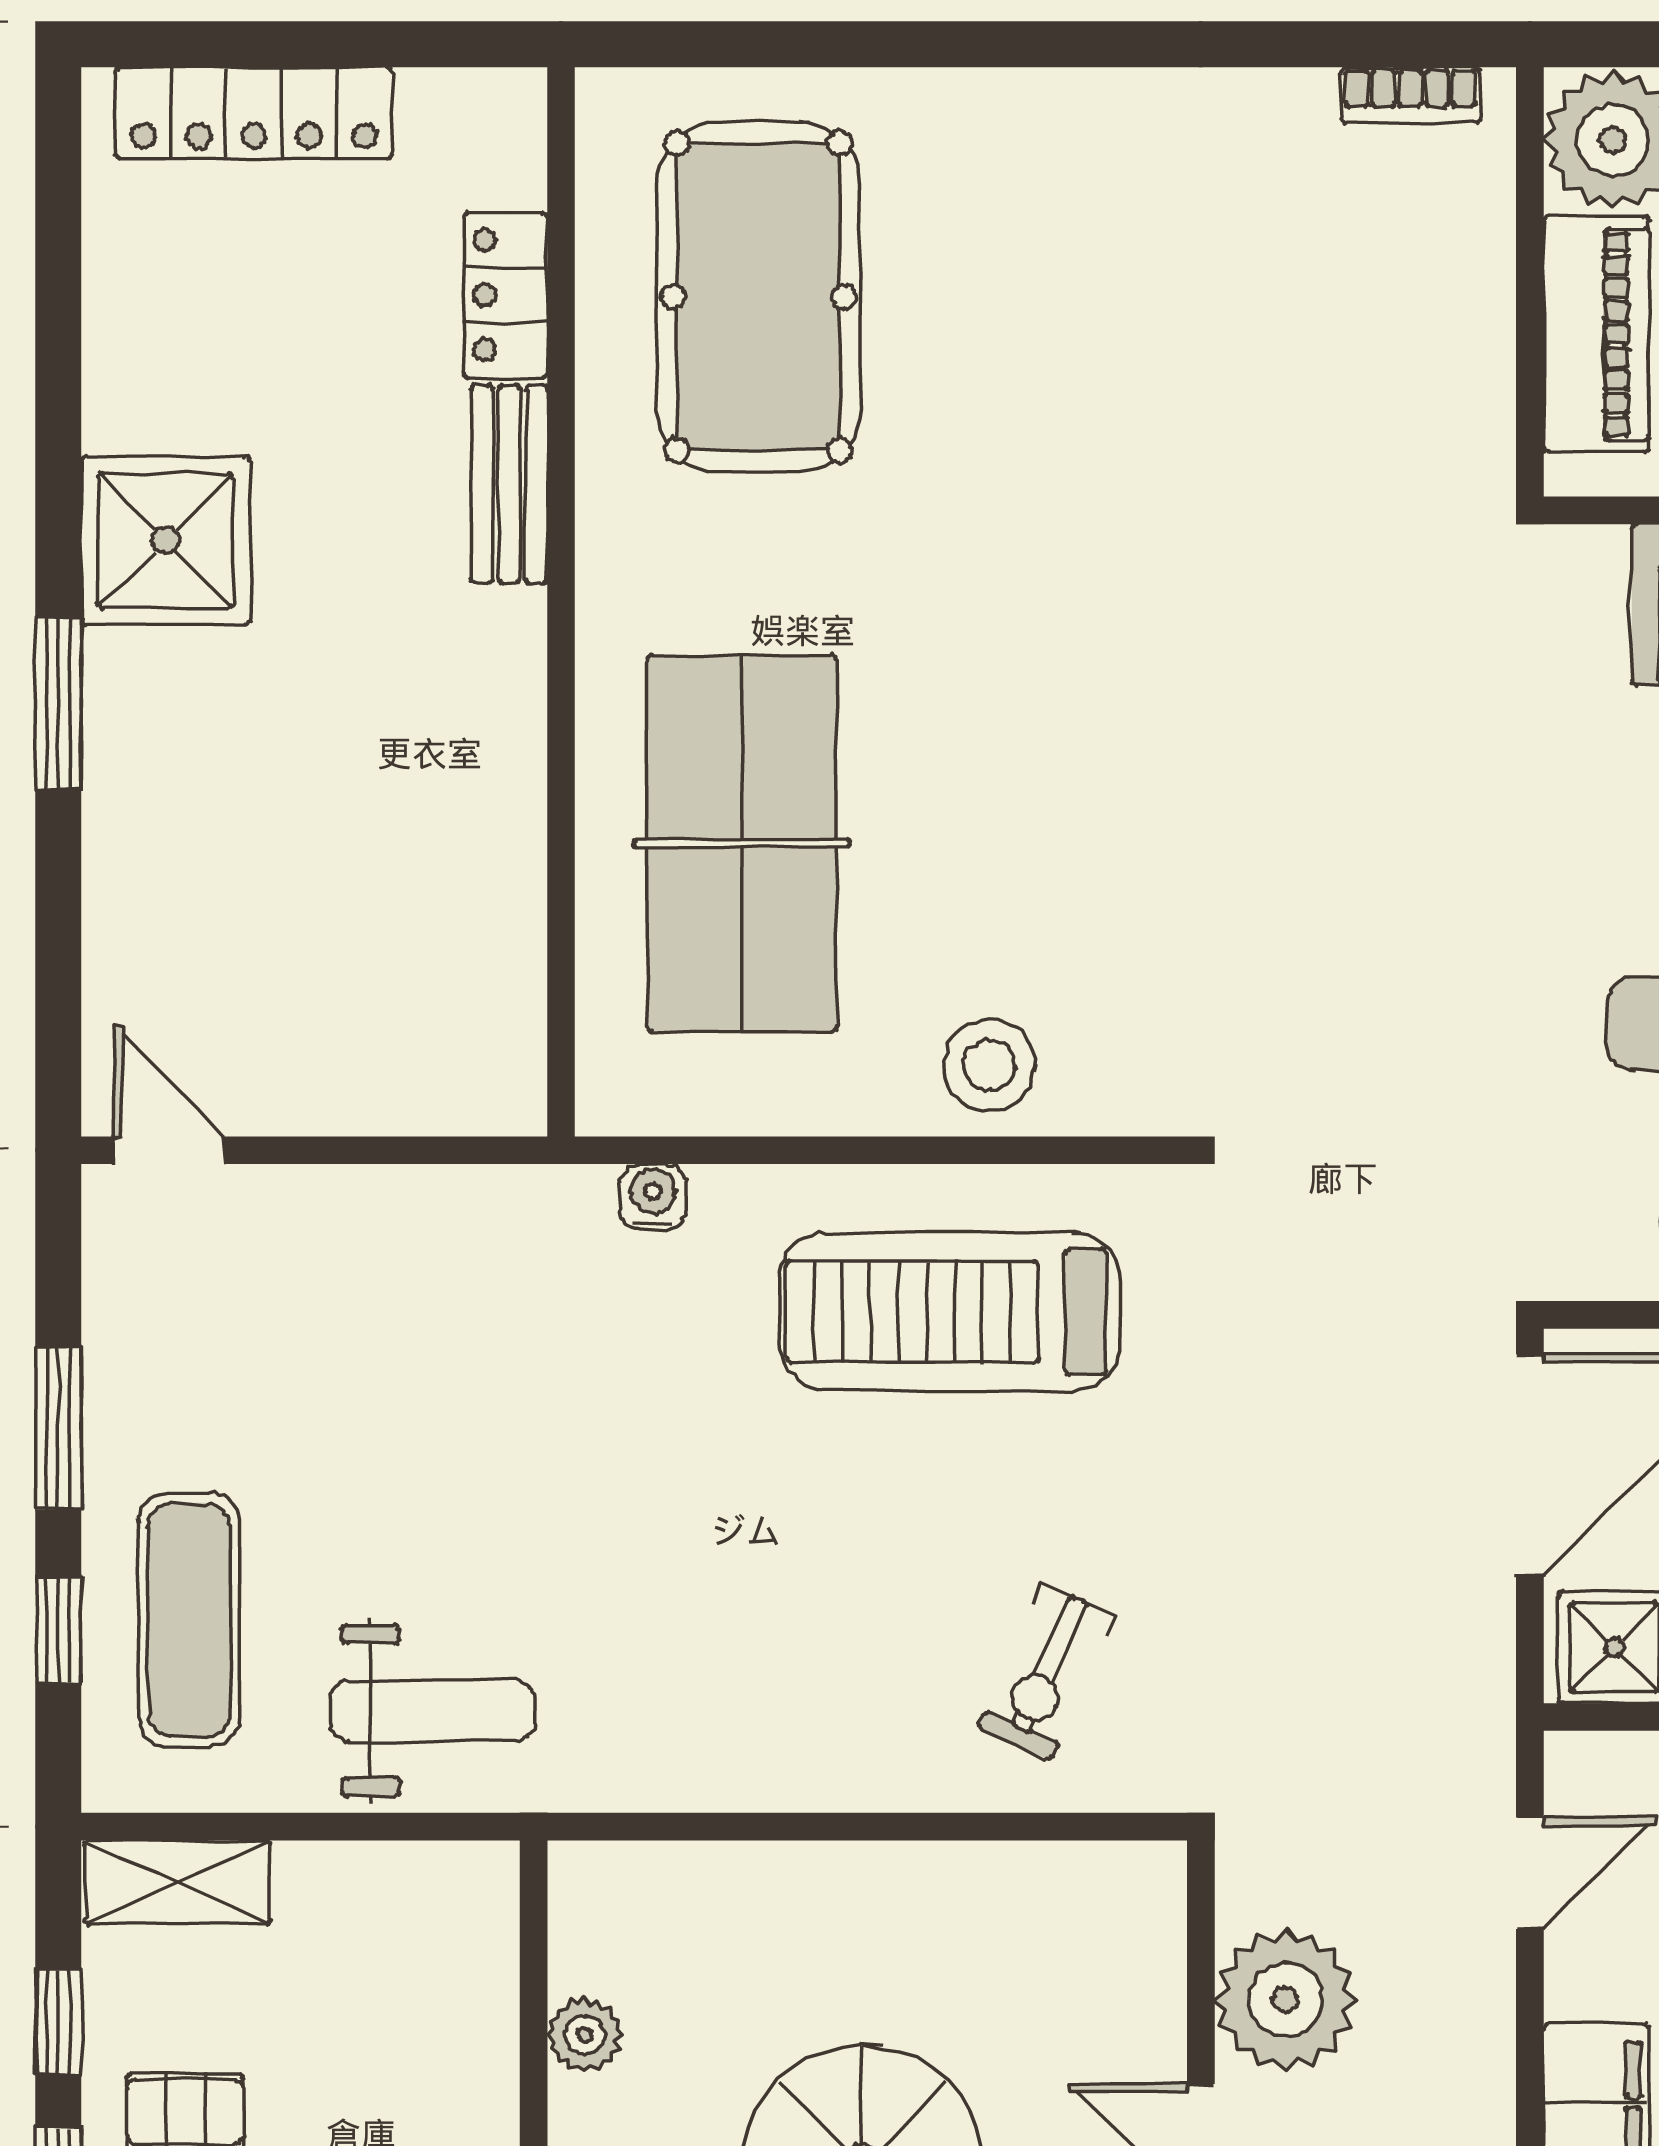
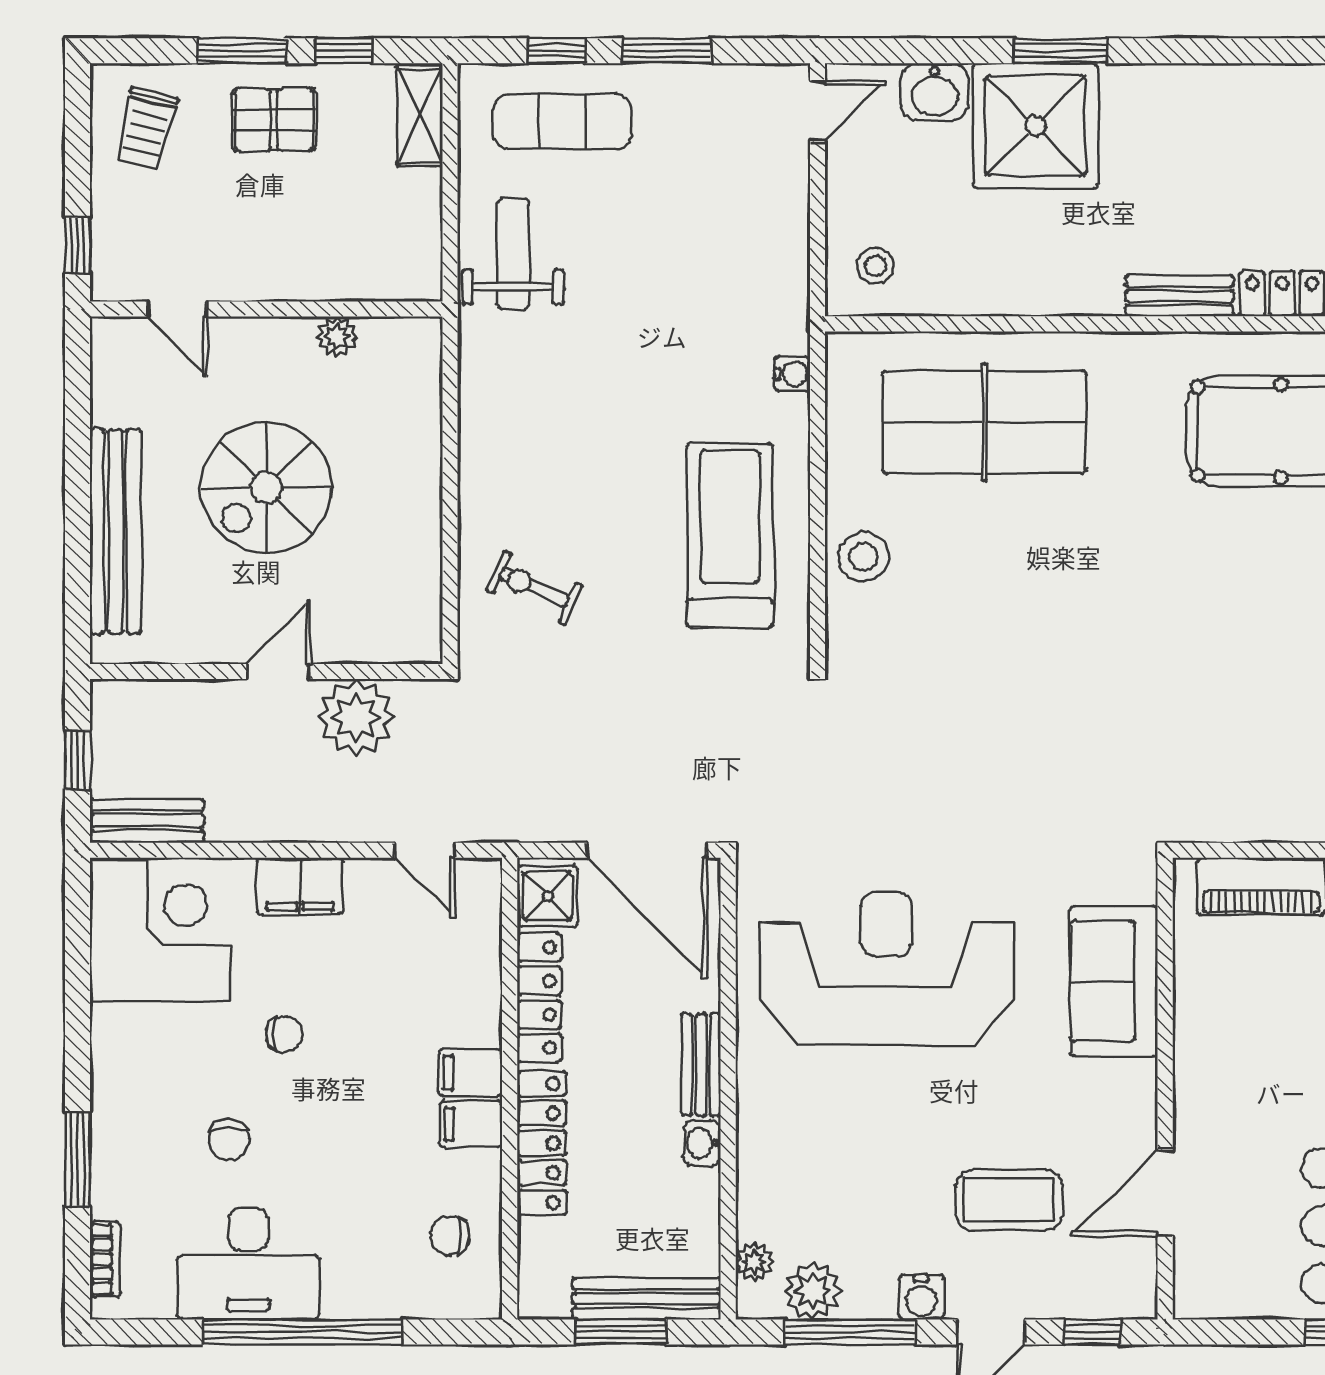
shower: (165, 540) -> (1035, 126), moved, width x1.37, depth x1.37
washbasin: (134, 934) -> (935, 92), added
stool: (454, 1043) -> (876, 266), added
weight bench: (432, 1710) -> (513, 254), turned 180

